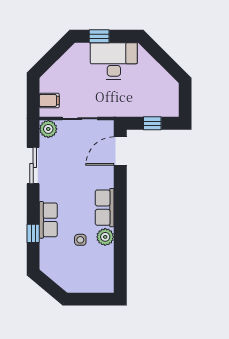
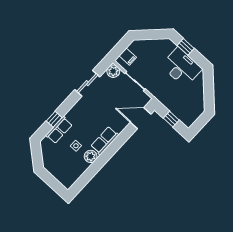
row of seats: (48, 220) -> (59, 130), moved

